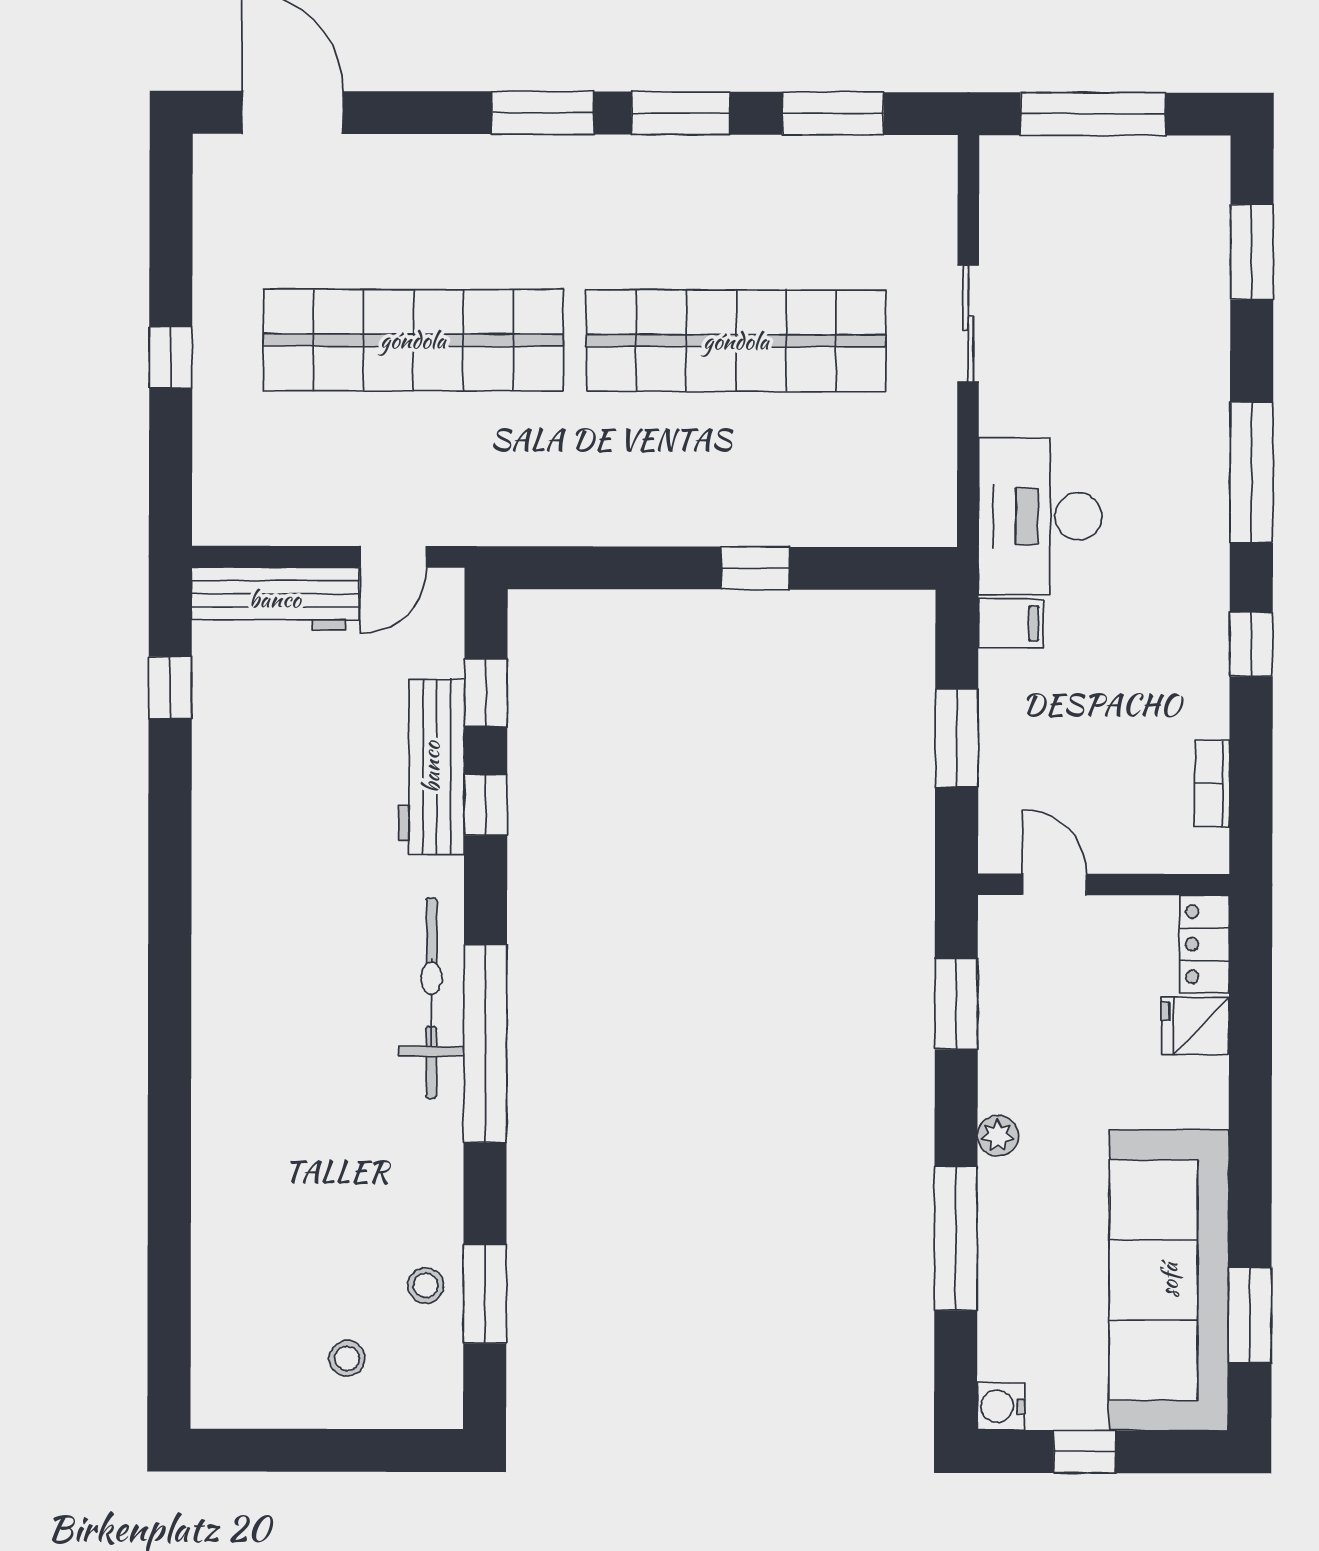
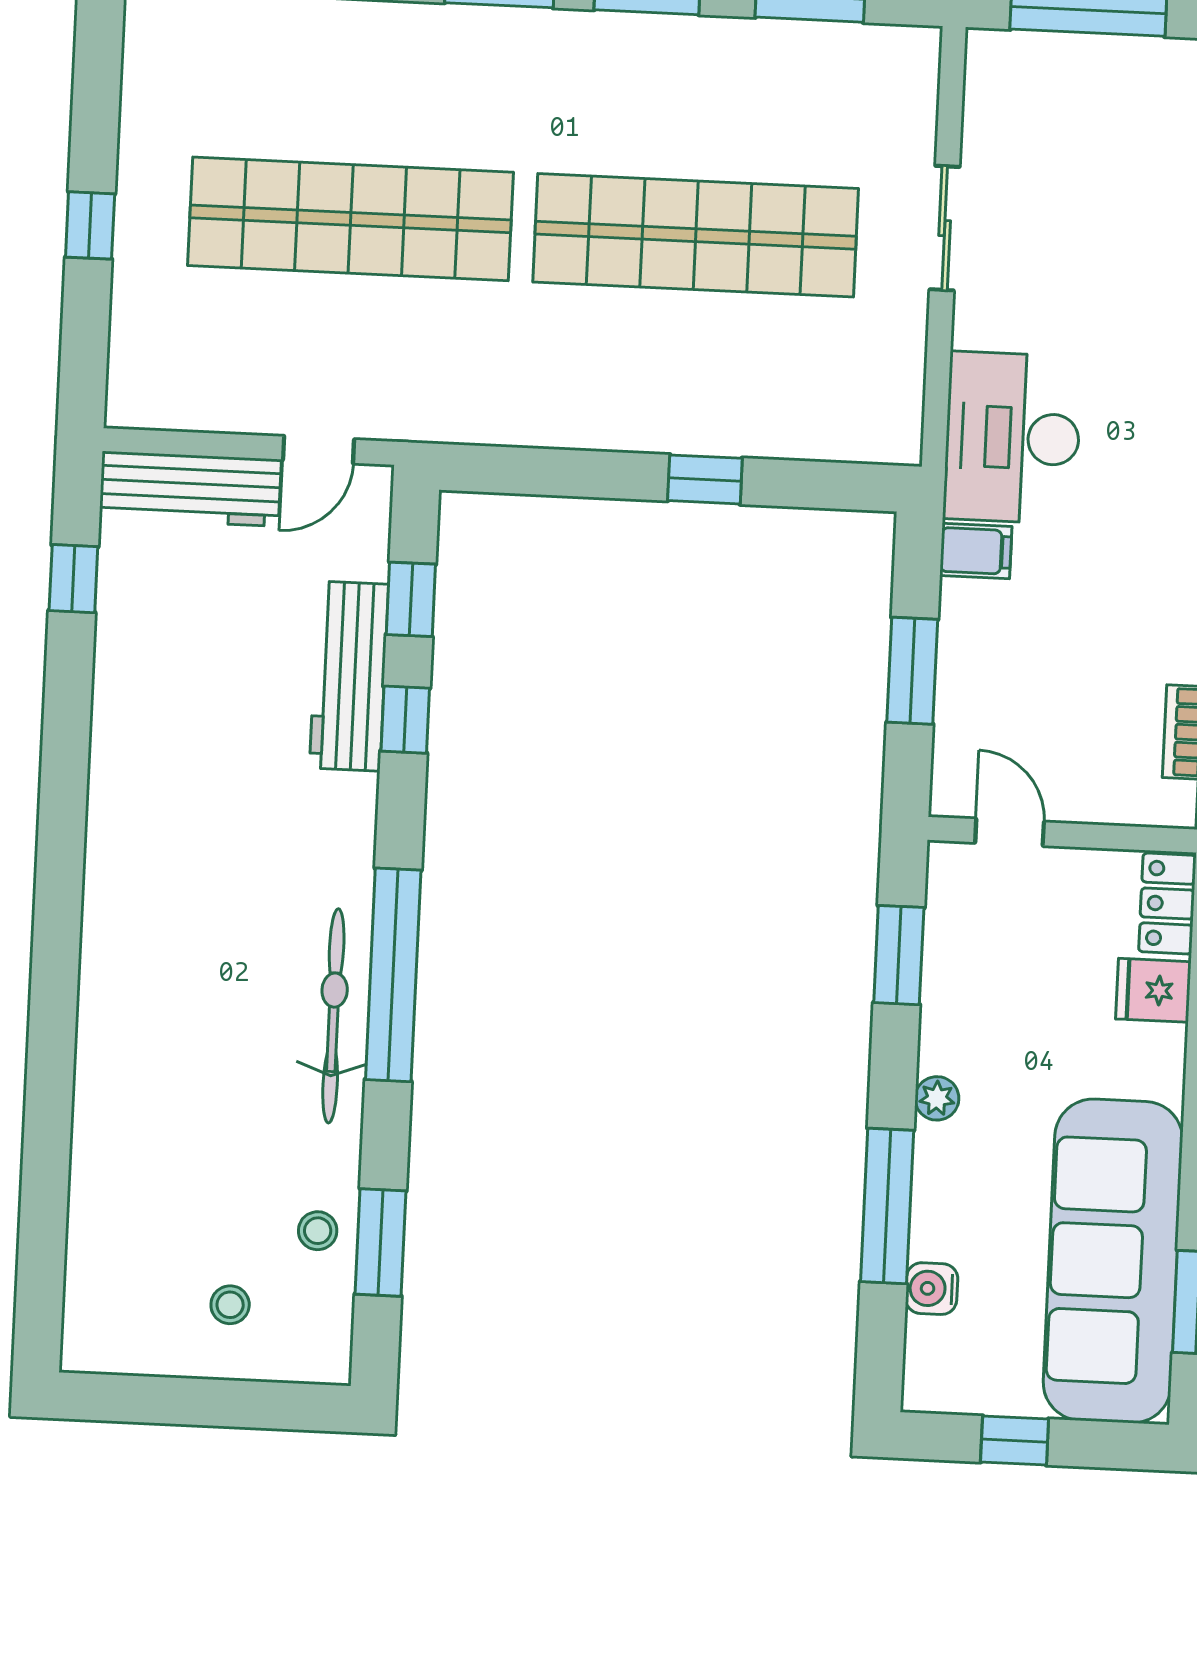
bicycle: (431, 998) -> (333, 1016), moved
water cooler: (1001, 1406) -> (932, 1289), moved

